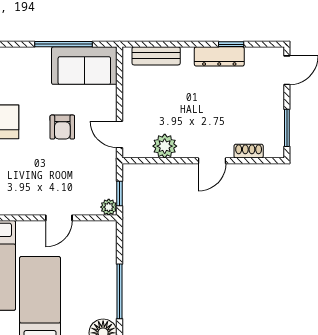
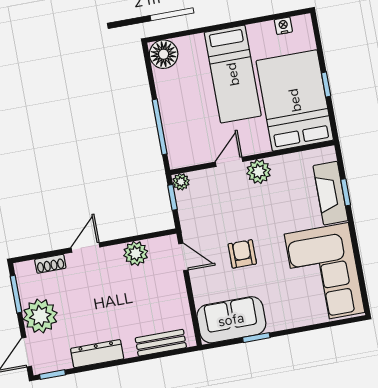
window: (63, 44) -> (256, 338), width x0.46
window: (231, 44) -> (53, 375), moved
plant: (267, 103) -> (40, 316), added
plant: (32, 203) -> (259, 171), added
window: (120, 291) -> (160, 127), moved

